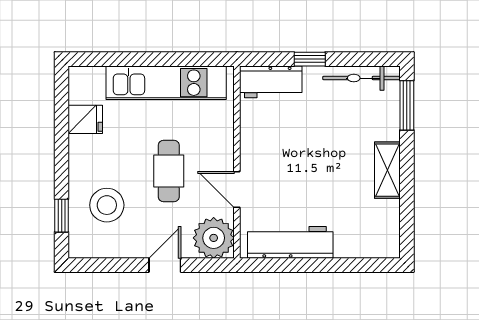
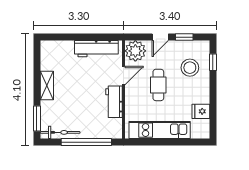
window: (310, 59) -> (86, 142), width x3.17
workbench: (271, 82) -> (114, 102), moved, turned -90
door: (237, 189) -> (124, 76), hinge flipped
window: (118, 265) -> (184, 37), added

